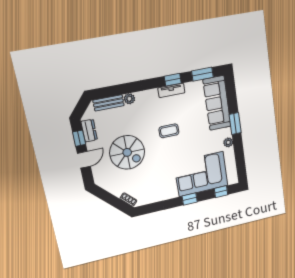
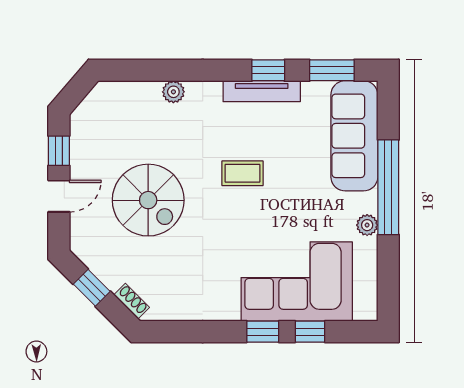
tv unit: (171, 90) -> (262, 91), width x1.41
bench: (109, 103) -> (131, 92), removed
window: (235, 124) -> (388, 187), width x2.11
dresser: (89, 131) -> (82, 139), removed
window: (221, 192) -> (310, 332), moved
window: (109, 198) -> (92, 288), added

